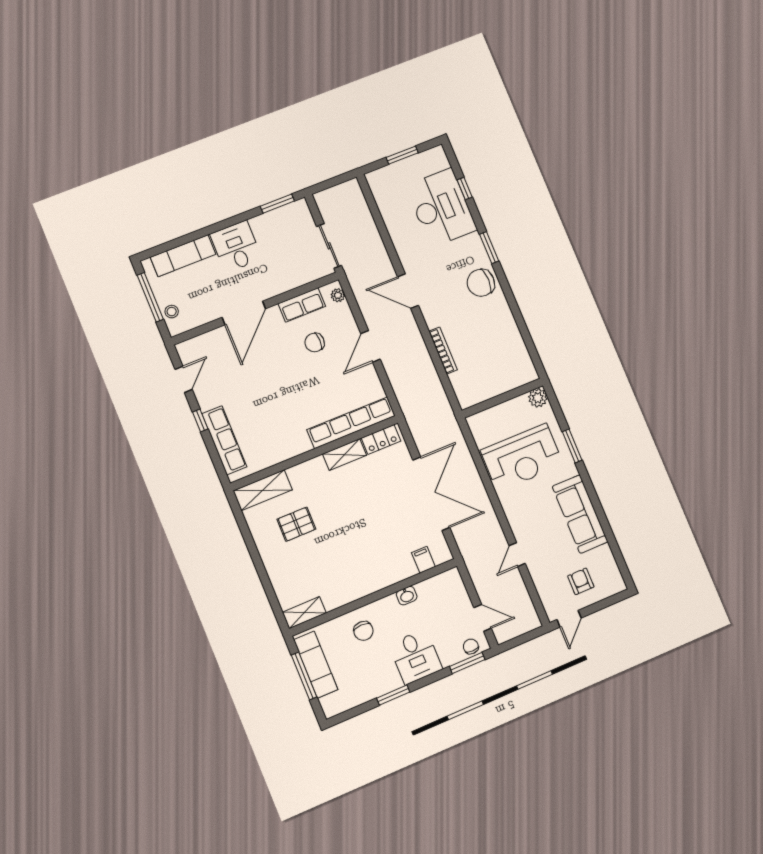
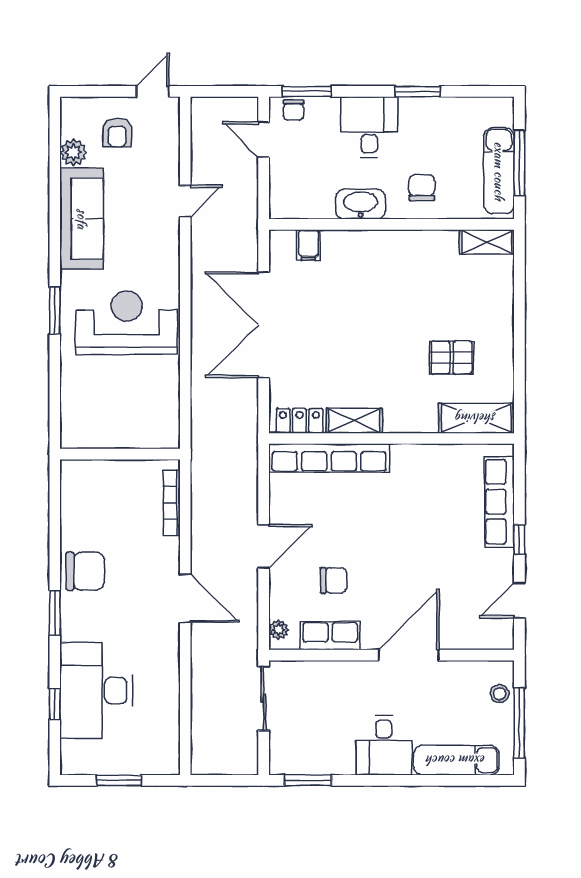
wall: (502, 398) -> (120, 454), moved
plant: (538, 398) -> (73, 152), moved
washbasin: (407, 596) -> (361, 204), width x1.91, depth x1.45

